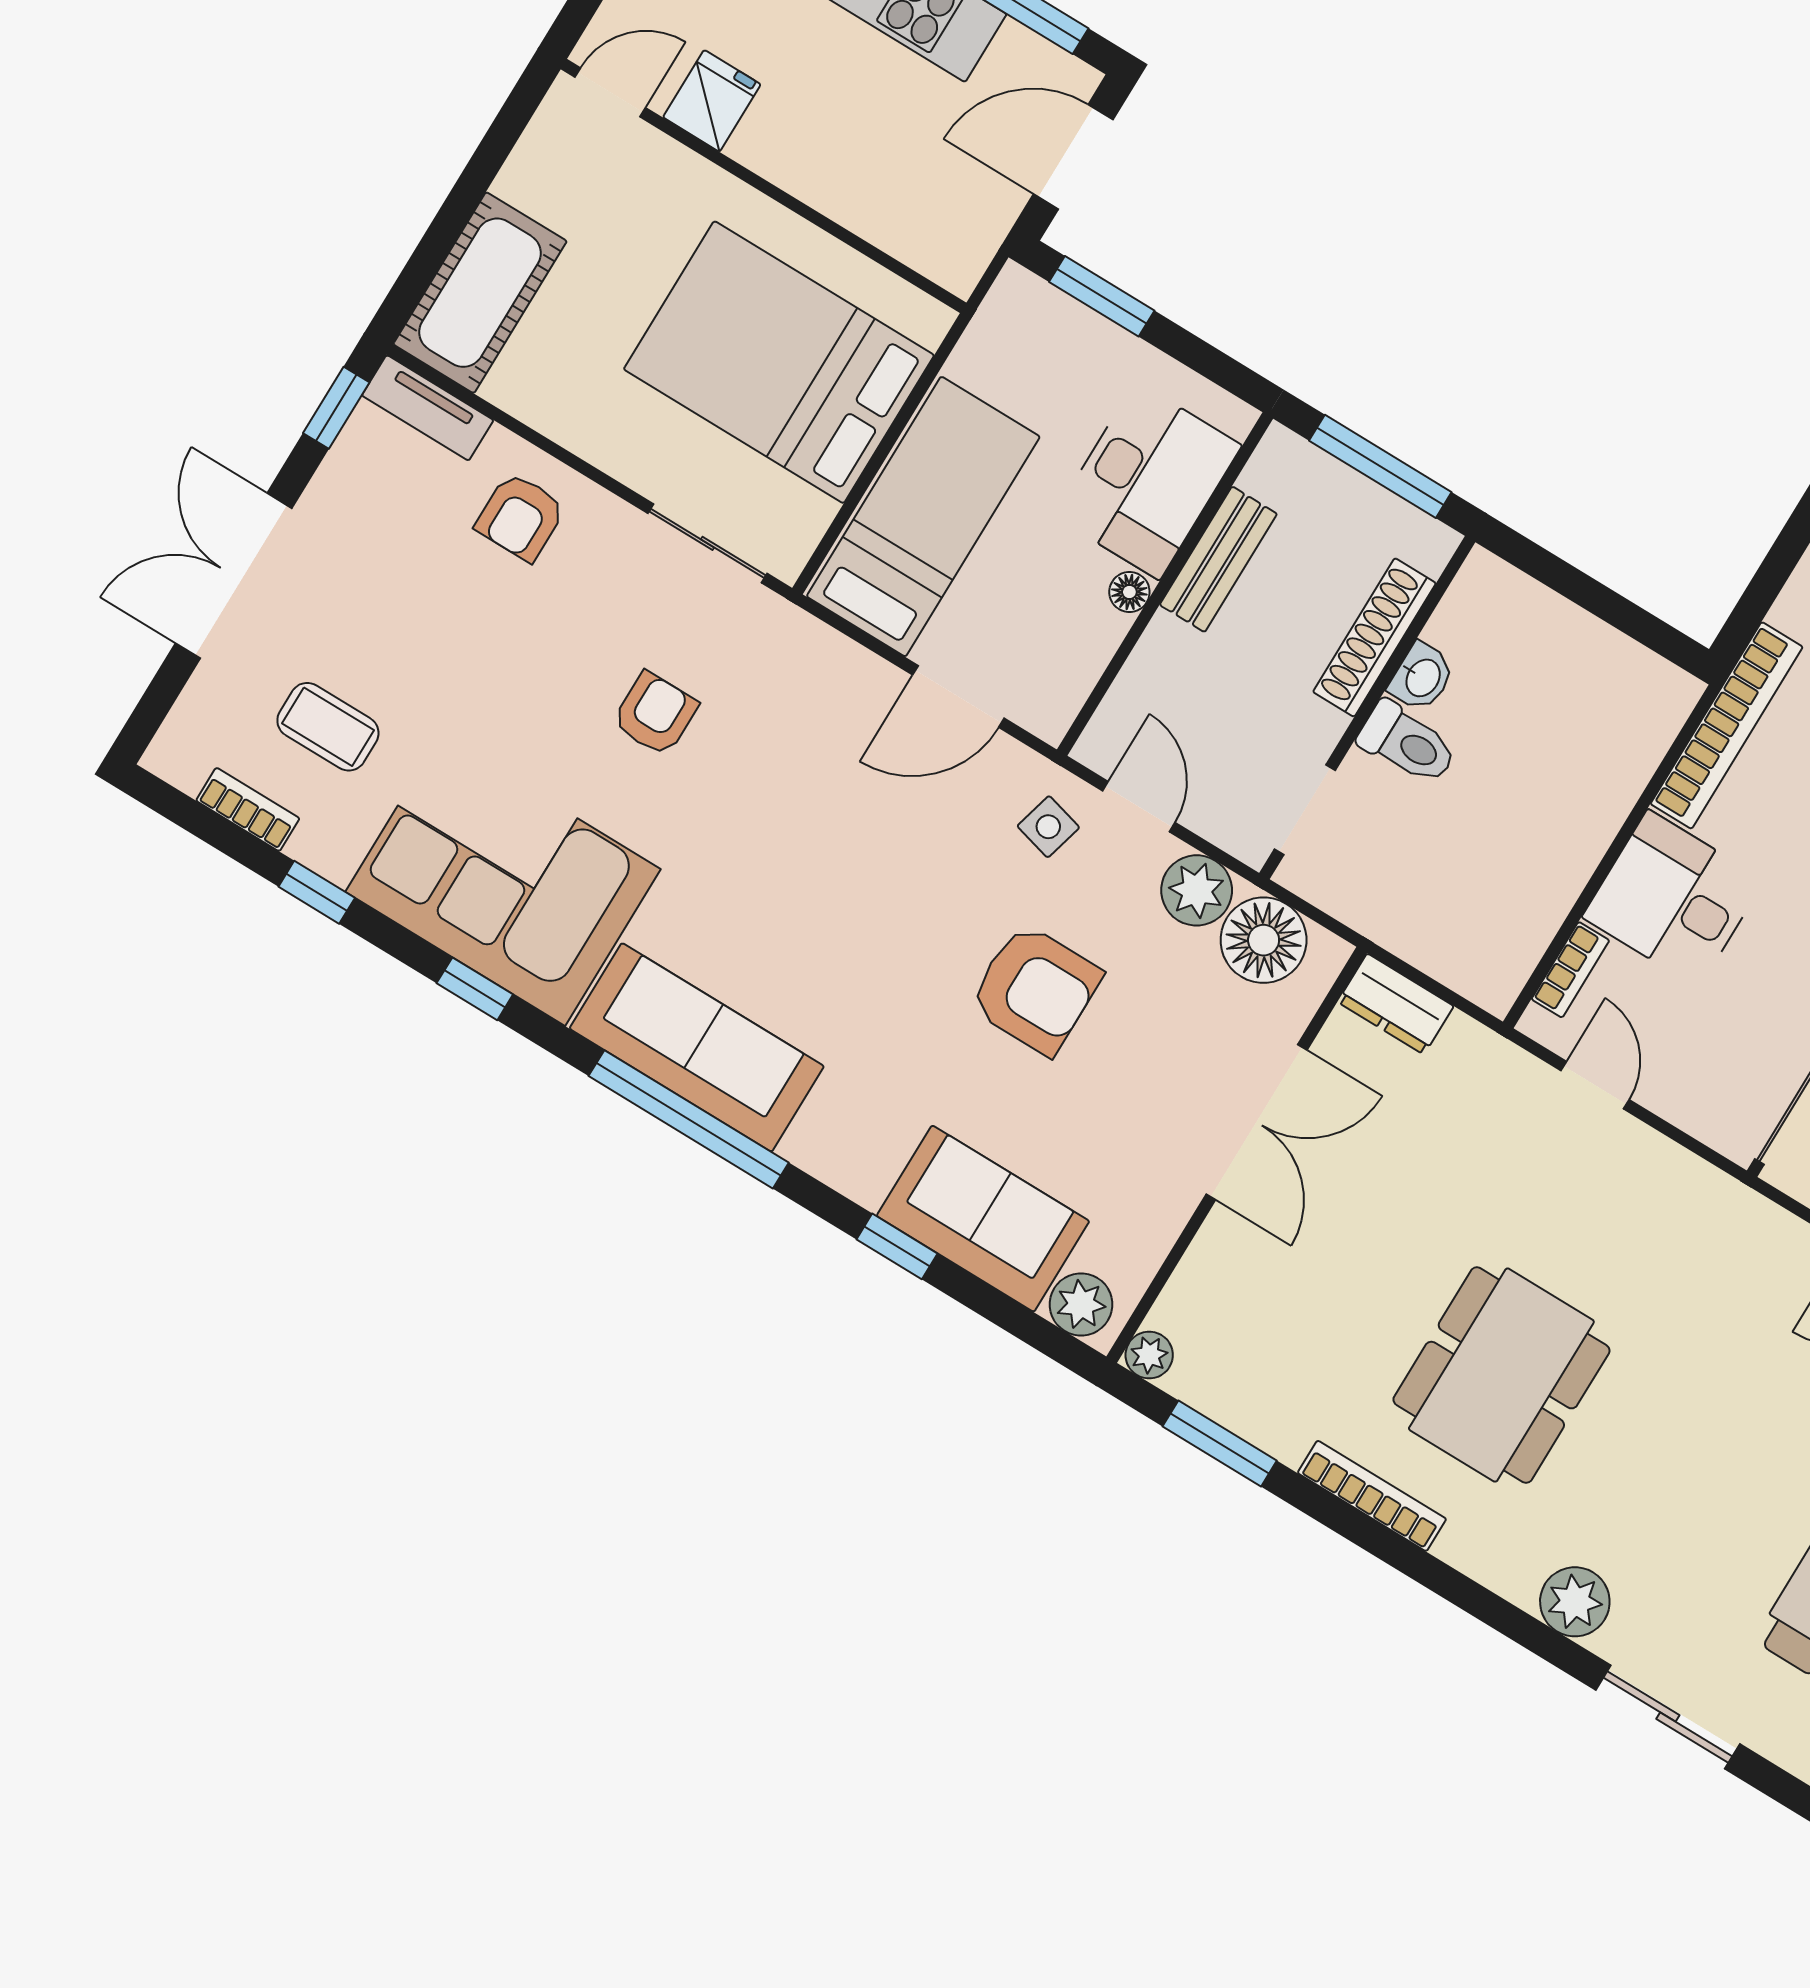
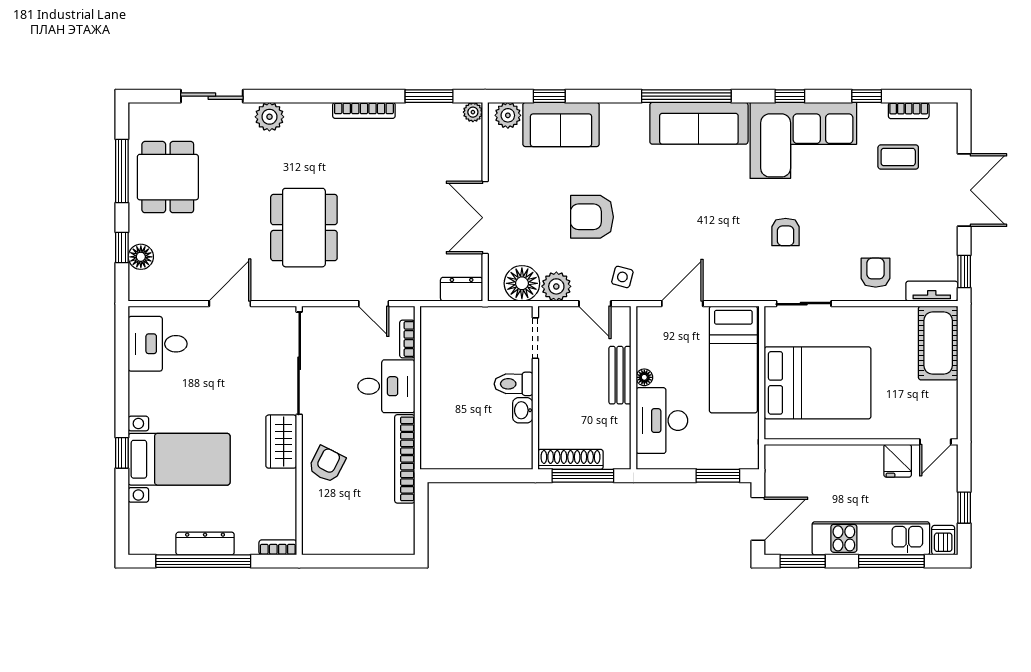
bench: (1218, 559) -> (620, 375), moved
shoe rack: (1374, 637) -> (571, 459), moved, turned -90
window: (897, 1246) -> (549, 96), moved
dining table: (1501, 1375) -> (304, 228), moved

